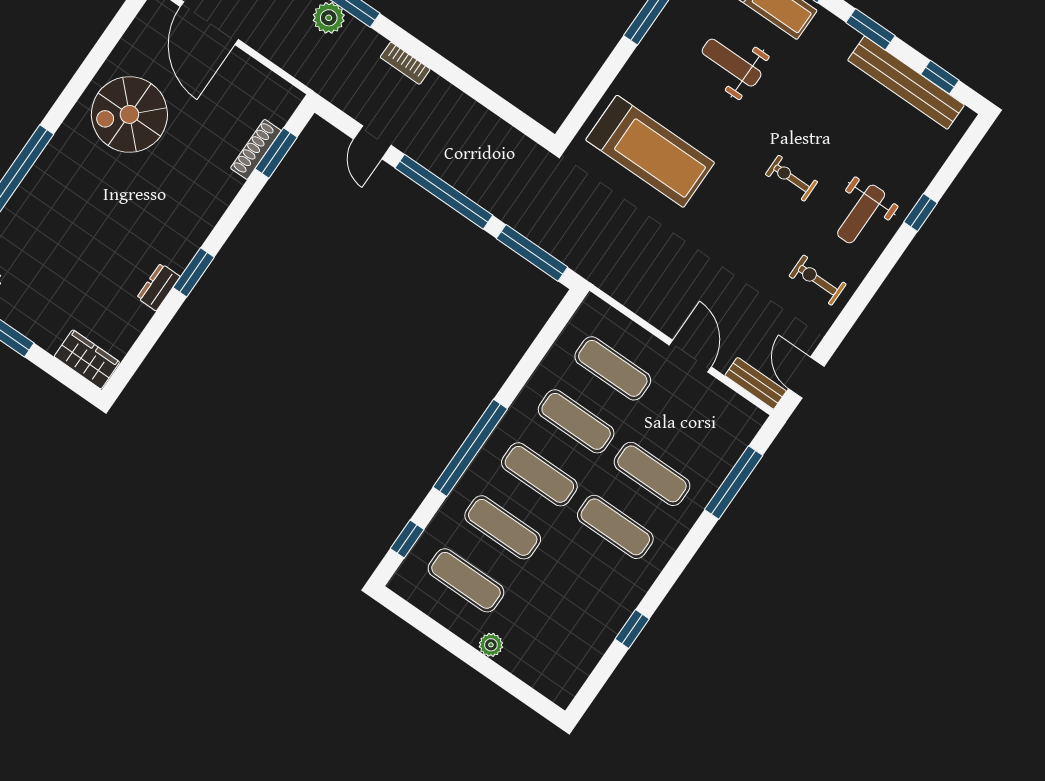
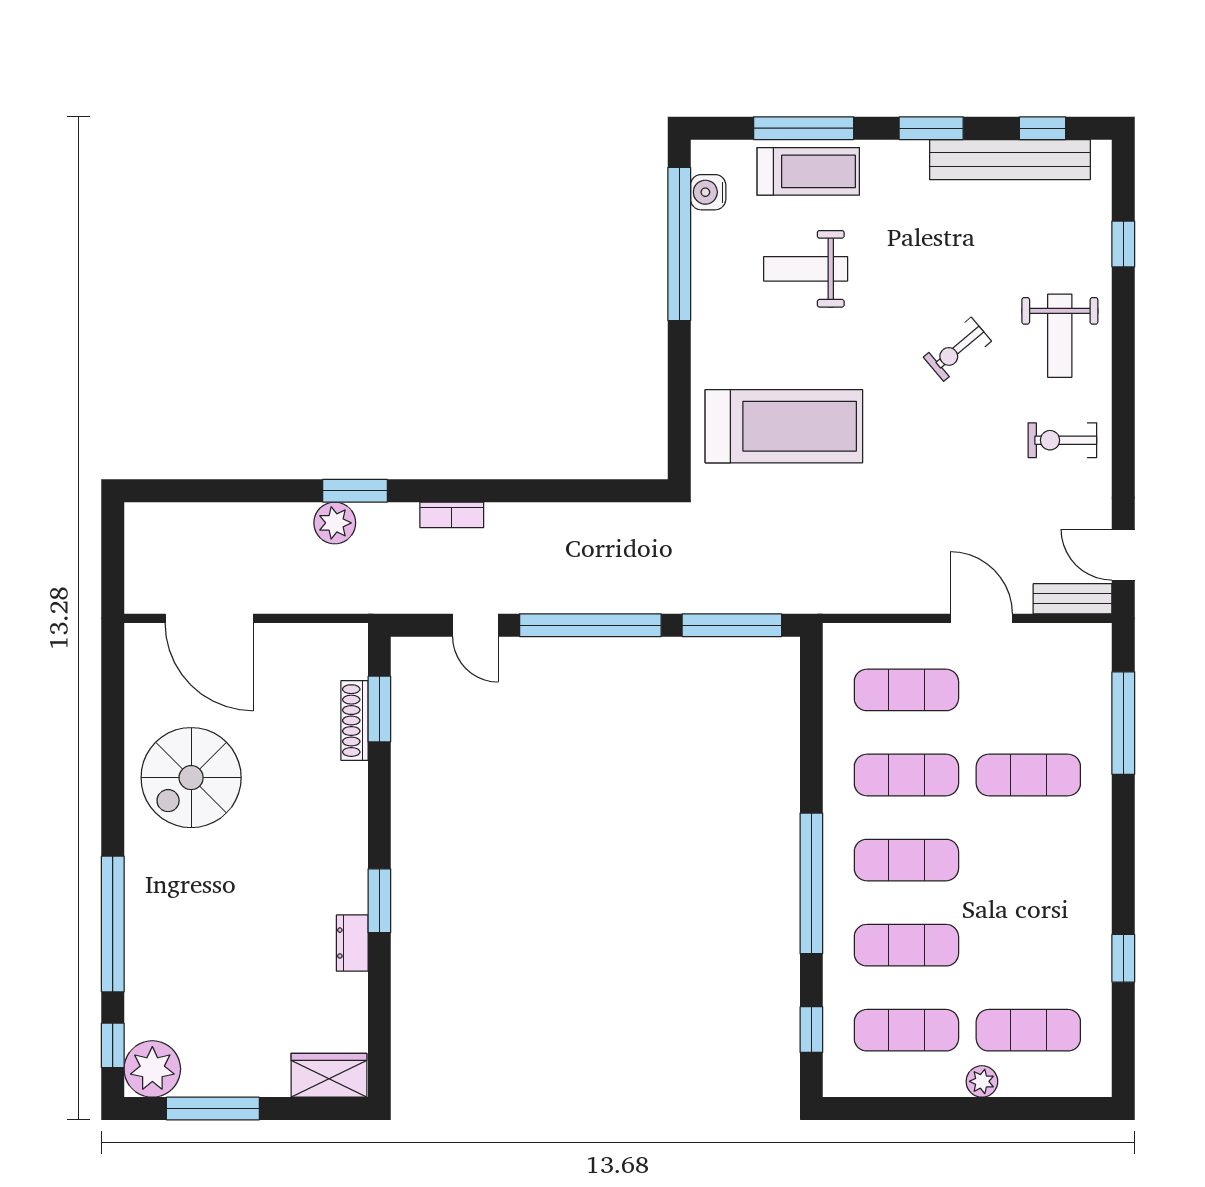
exercise bike: (791, 178) -> (957, 349), turned -40
window: (921, 213) -> (1123, 244), moved
exercise mat: (615, 527) -> (1028, 1030), moved

